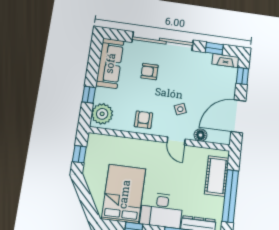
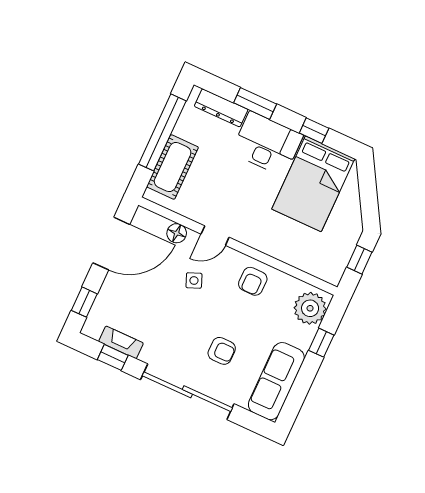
fireplace: (226, 61) -> (121, 342), moved
door: (176, 141) -> (215, 236), swing flipped

